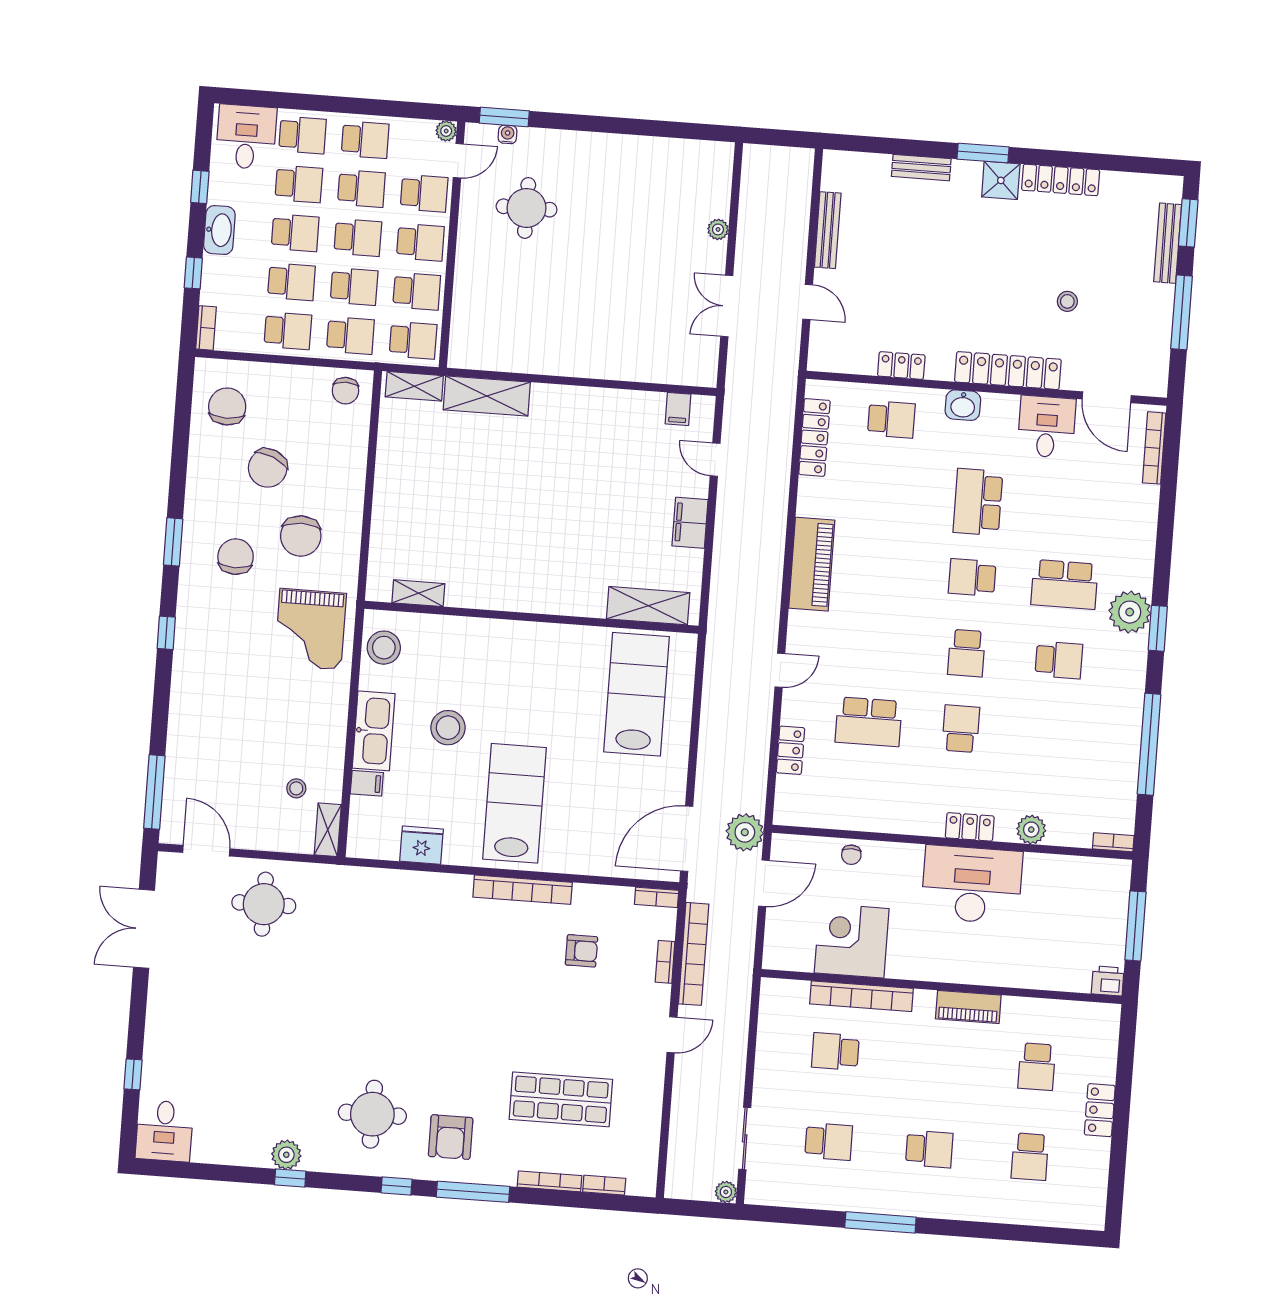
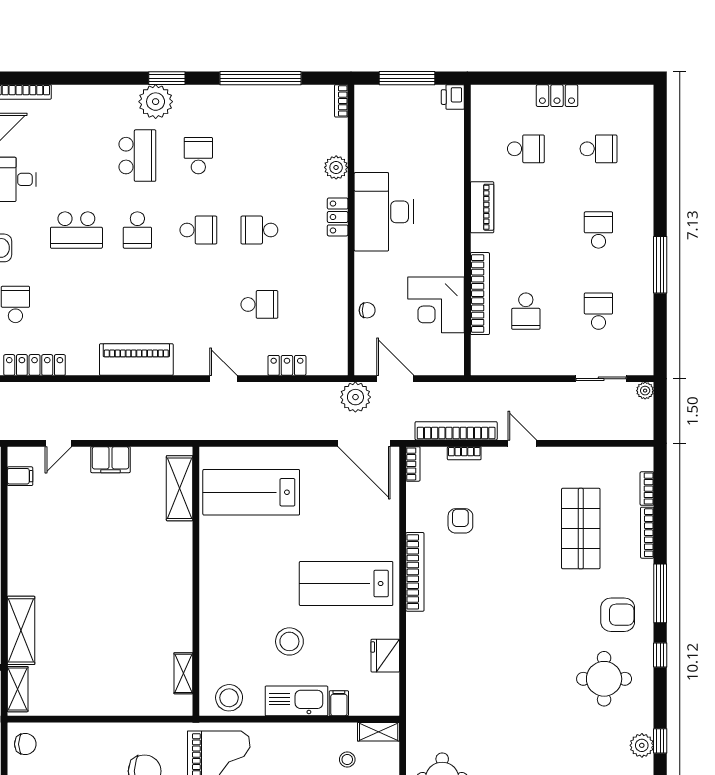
school desk: (869, 722) -> (259, 304), width x0.54

